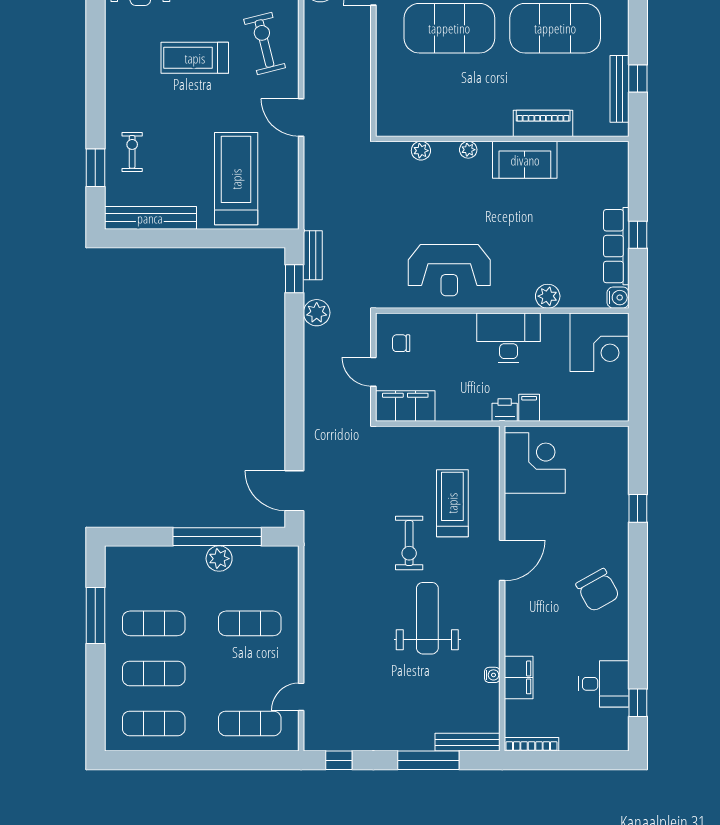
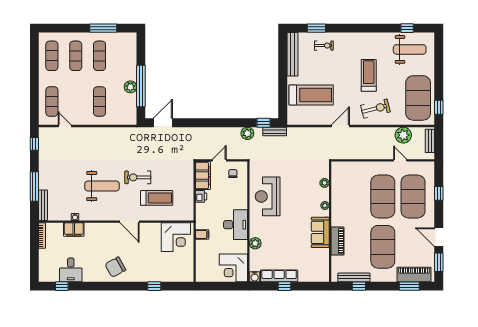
printer: (505, 410) -> (201, 196), moved

